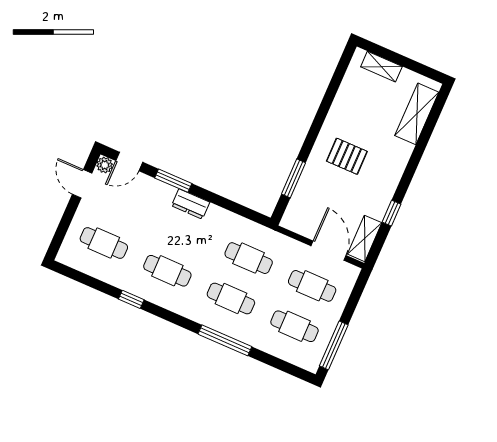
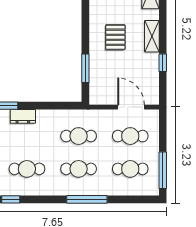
pallet: (347, 156) -> (115, 37), turned 90
shelving: (365, 238) -> (152, 36), moved

